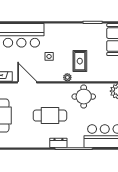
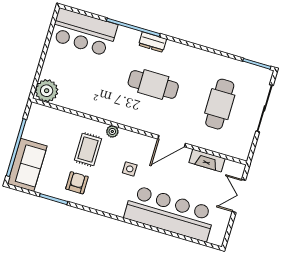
armchair: (81, 37) -> (77, 183), added
door: (27, 82) -> (172, 141), hinge flipped
round table: (84, 97) -> (97, 97), removed

